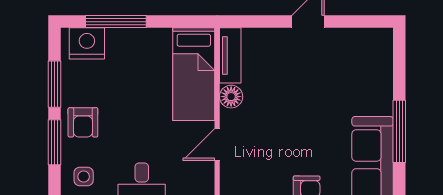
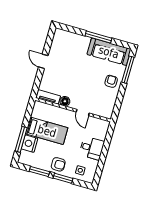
nightstand: (87, 43) -> (29, 144), moved
bed: (194, 74) -> (47, 131), moved

